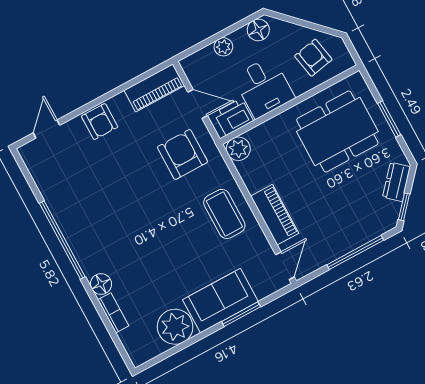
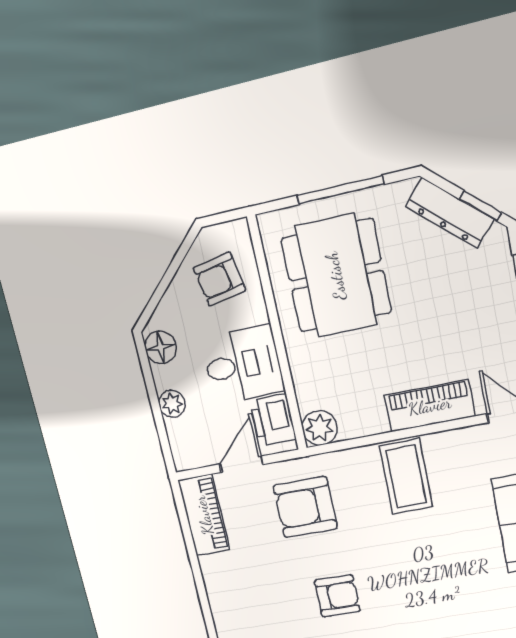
window: (389, 119) -> (340, 190), width x1.44
armchair: (100, 122) -> (337, 596), moved
dresser: (396, 182) -> (450, 213), width x1.44
coffee table: (224, 214) -> (406, 477), turned 90

